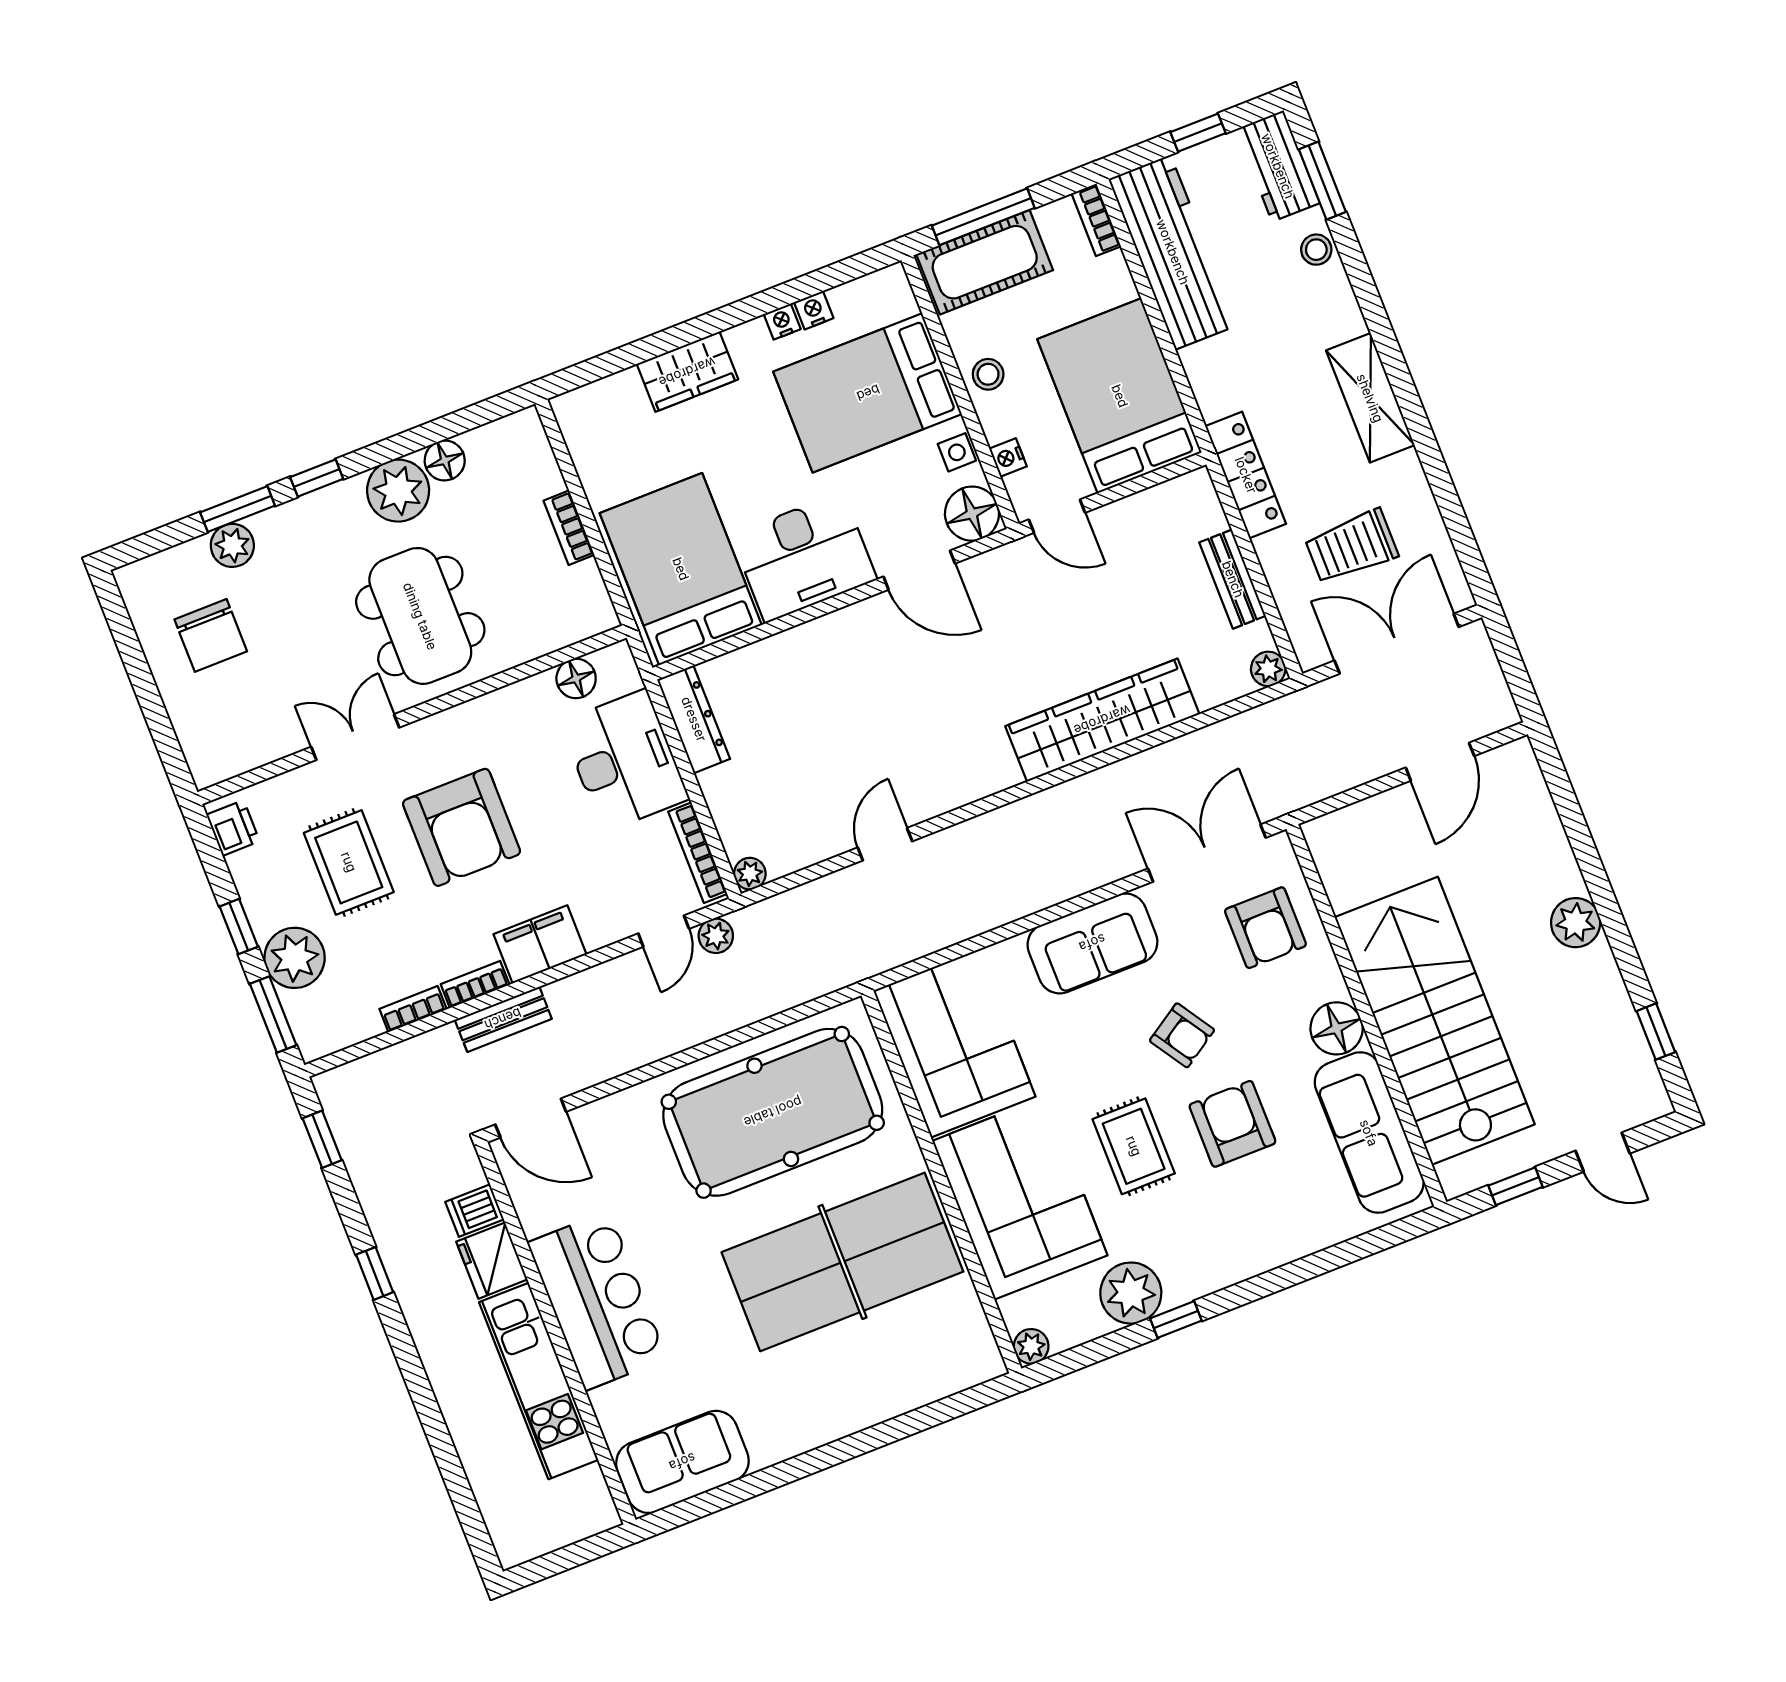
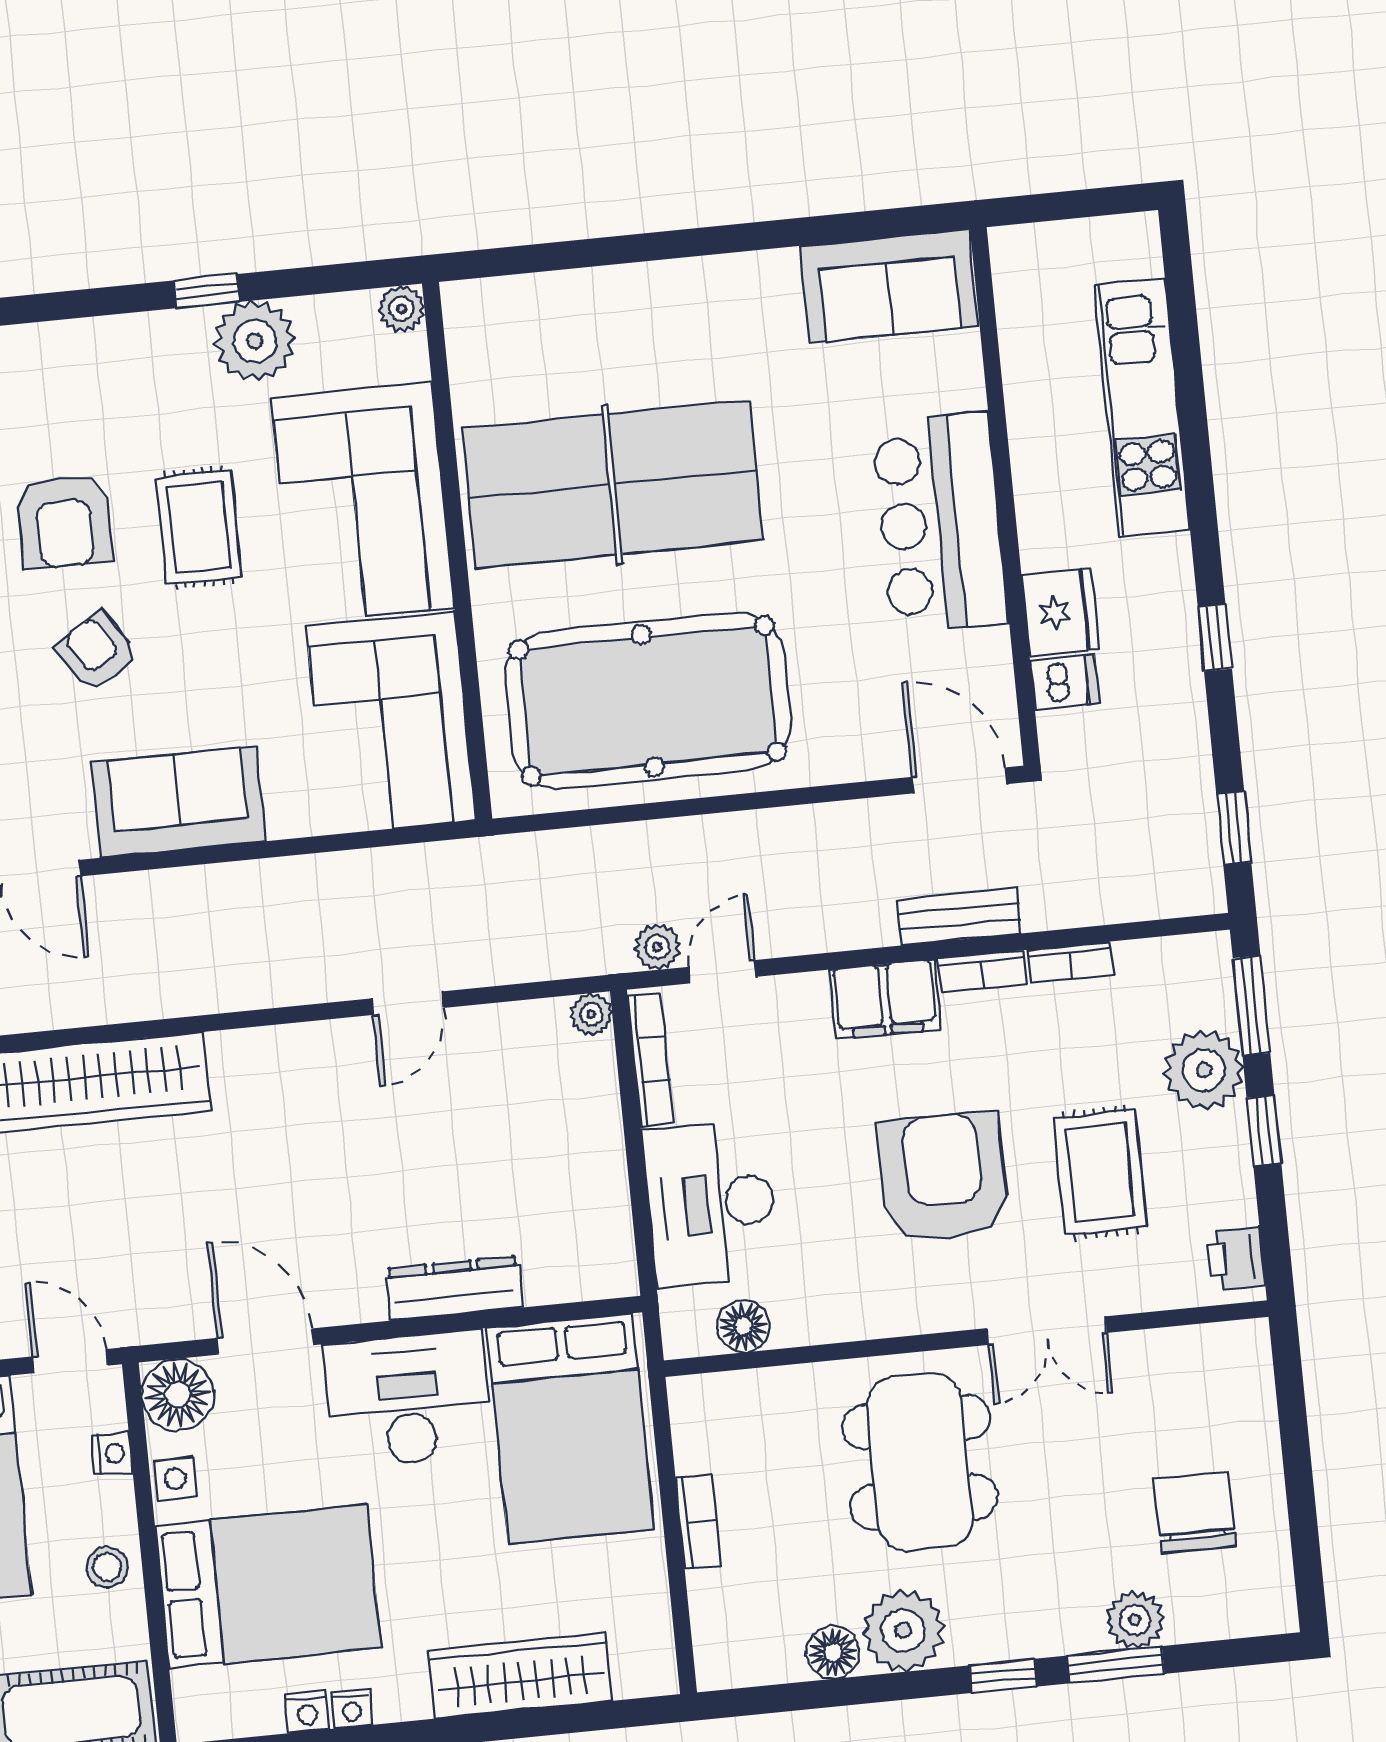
wardrobe: (687, 372) -> (520, 1676), width x1.50
dresser: (694, 719) -> (454, 1288), moved, turned 90
kitchen unit: (539, 1381) -> (1142, 408), moved, turned 180

